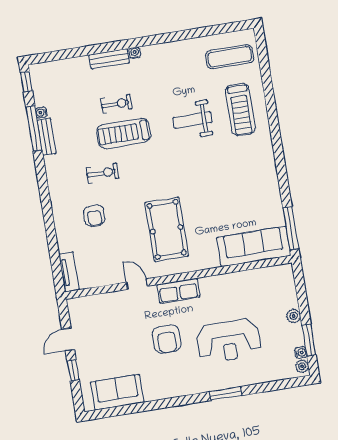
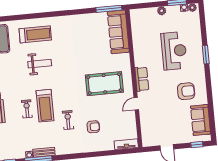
weight bench: (193, 120) -> (40, 64), turned -90
armchair: (167, 339) -> (186, 91), moved
window: (73, 370) -> (197, 145), moved

